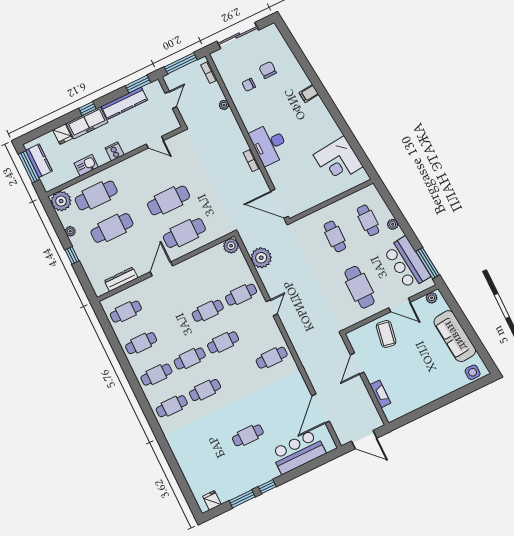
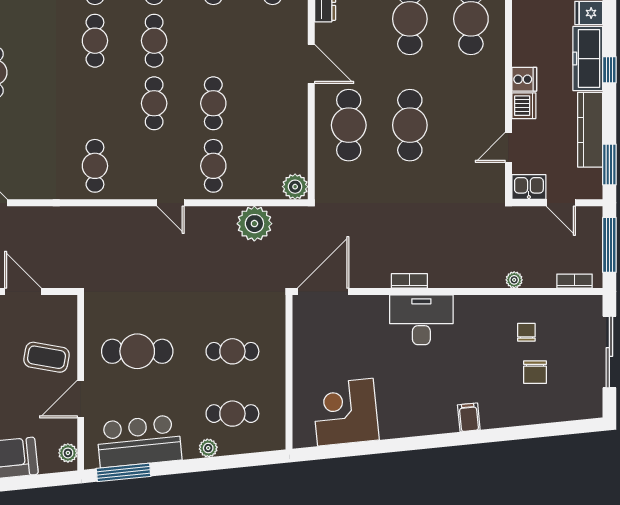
chair: (268, 70) -> (535, 372), turned 90
dishwasher: (129, 145) -> (524, 106), added
kitchen sink: (86, 165) -> (529, 187), moved, turned -90

